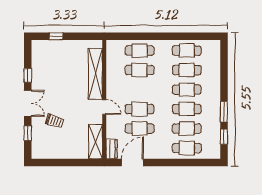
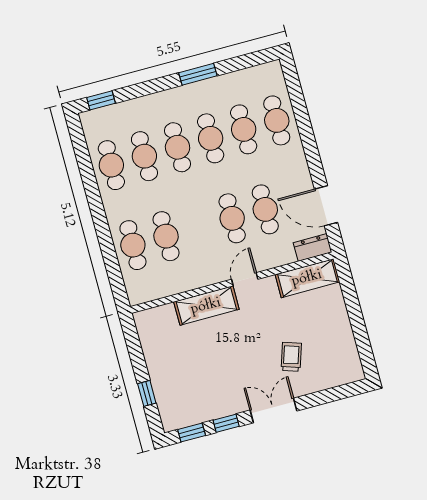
shelving: (95, 74) -> (206, 306), width x0.68
window: (28, 133) -> (192, 433), moved
window: (224, 137) -> (101, 100), moved

